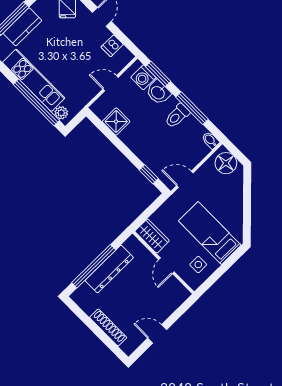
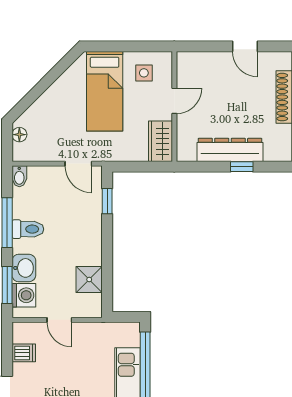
plant: (61, 113) -> (132, 338), removed
floor lamp: (226, 163) -> (19, 135), width x0.53, depth x0.53
window: (94, 266) -> (242, 167), width x0.32

